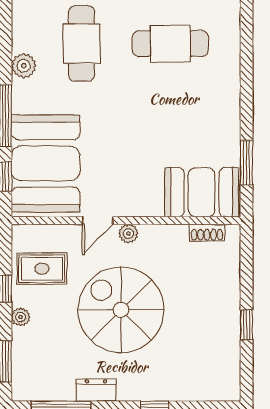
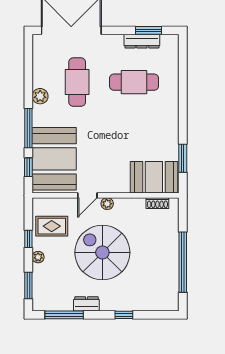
window: (247, 325) -> (183, 262), width x3.17

